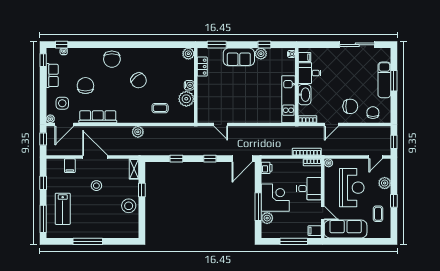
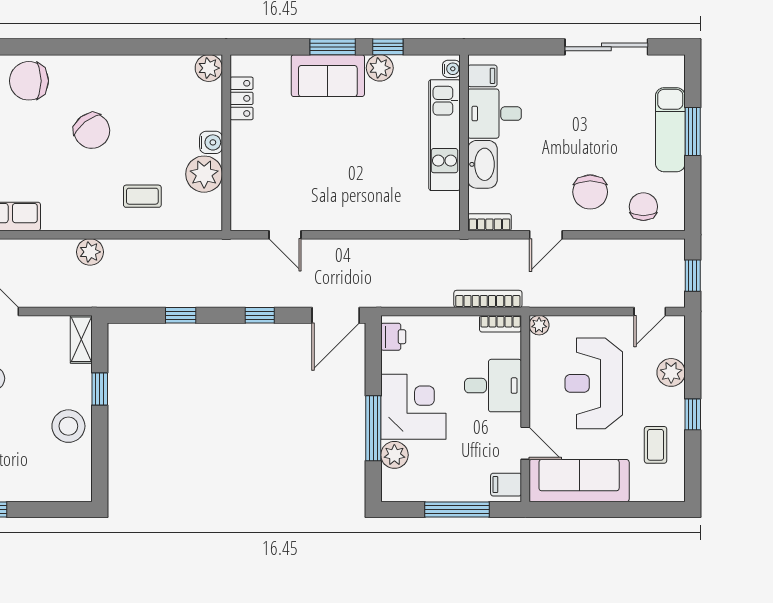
window: (217, 45) -> (333, 47), moved
chair: (112, 59) -> (29, 81), turned 90
kitchen unit: (288, 99) -> (445, 135), moved
chair: (350, 106) -> (590, 192), turned 90
reception desk: (352, 188) -> (594, 383), turned 180

